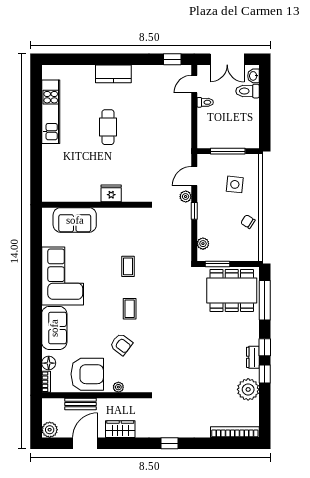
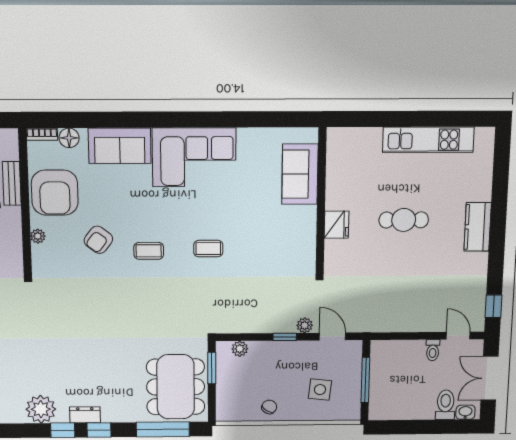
fridge: (111, 193) -> (336, 225), moved
wall: (94, 205) -> (321, 201), moved
sofa: (75, 220) -> (300, 174), moved

